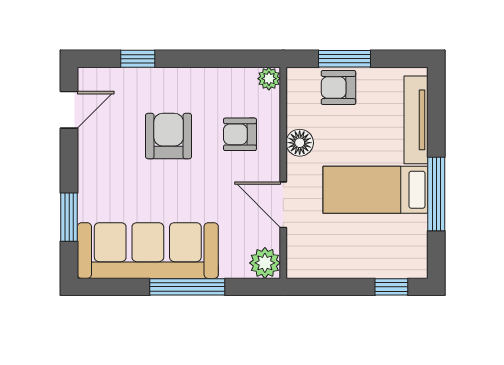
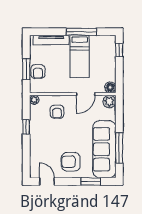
window: (138, 59) -> (26, 127), moved
armchair: (169, 136) -> (71, 162), moved
floor lamp: (300, 143) -> (110, 87), moved
window: (187, 287) -> (119, 148), moved

